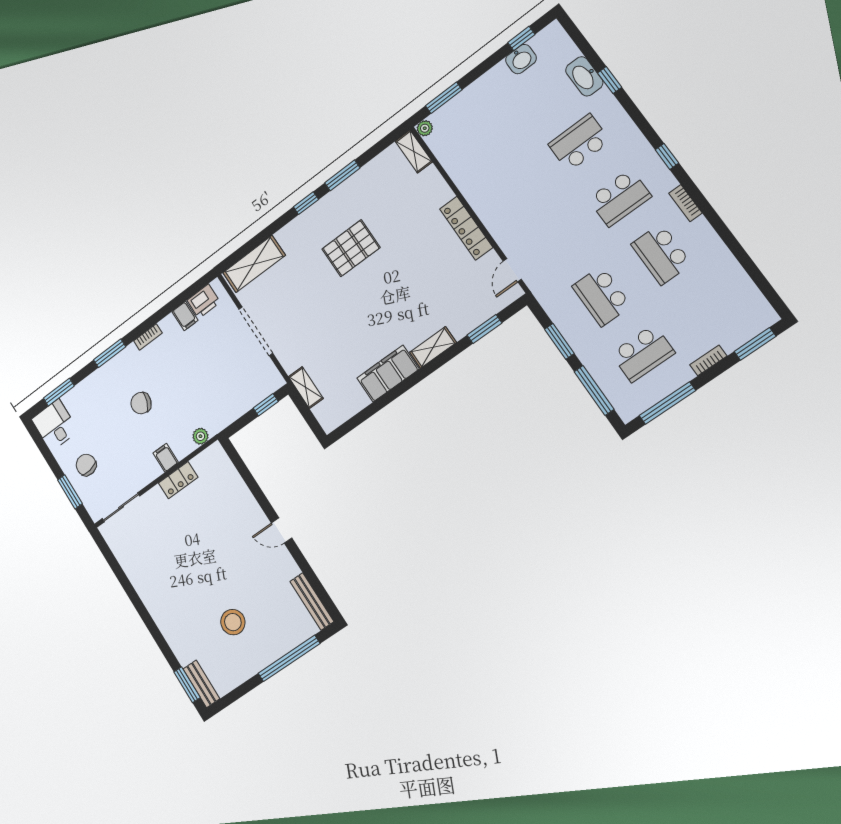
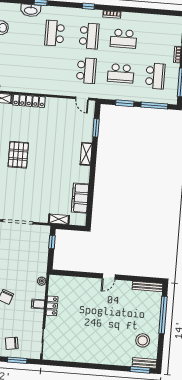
locker: (466, 228) -> (29, 101), moved
school desk: (561, 240) -> (86, 71), added
filing cabinet: (388, 374) -> (80, 198), moved
stool: (233, 622) -> (143, 340), moved

